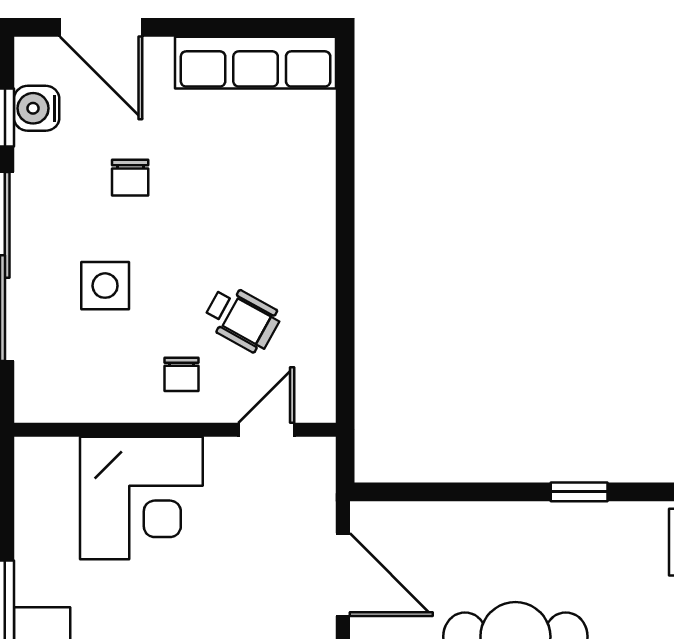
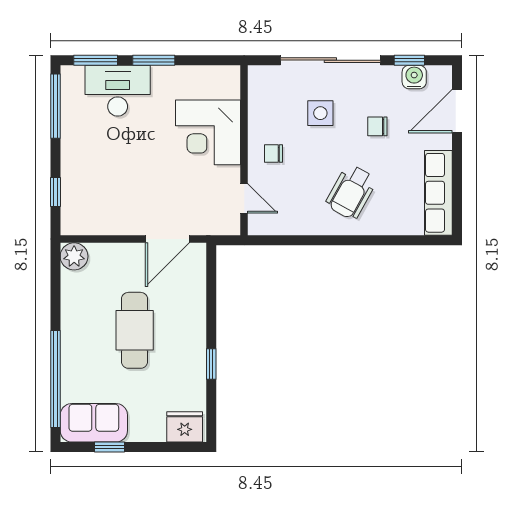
wheelchair: (242, 319) -> (351, 192), moved, width x1.36, depth x1.37

